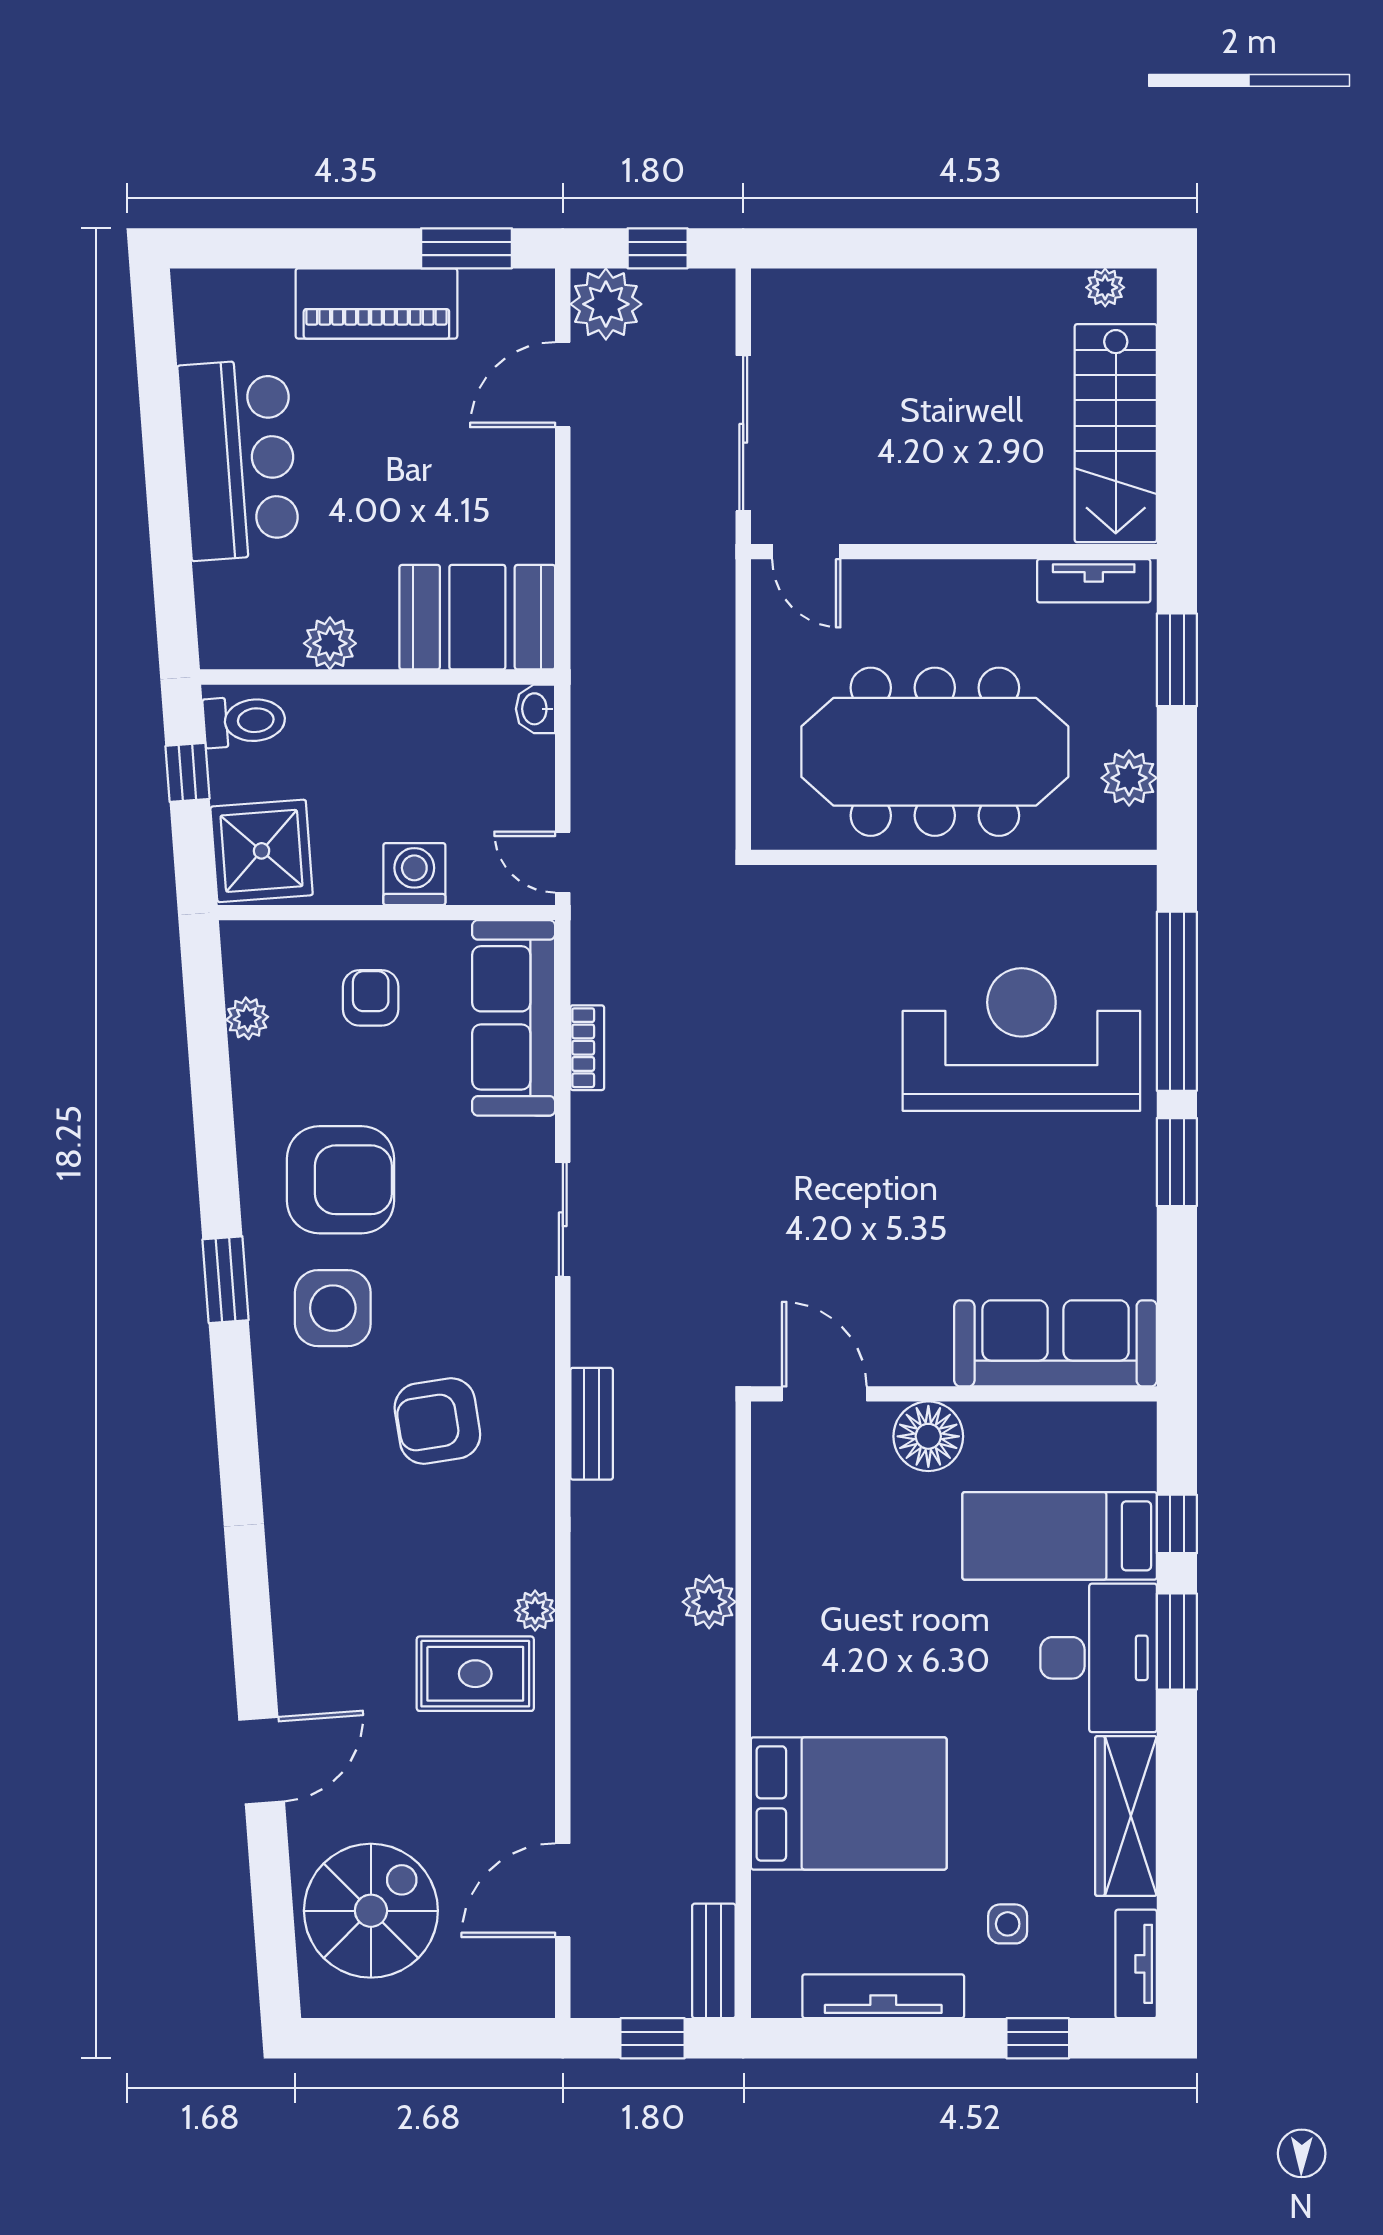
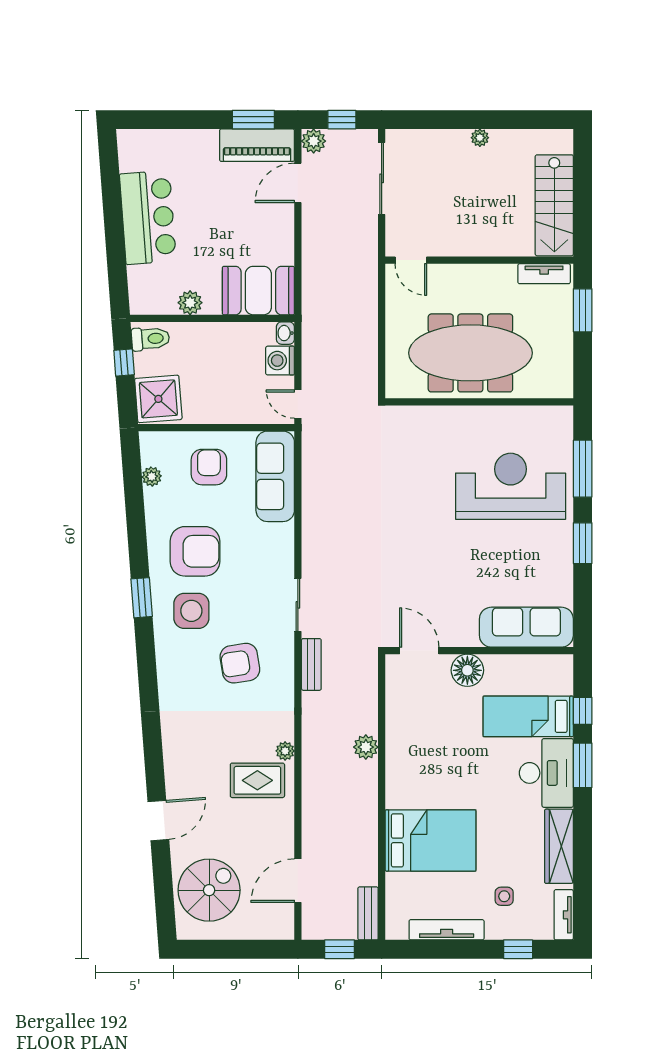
plant: (1105, 287) -> (480, 138), moved
piano: (376, 303) -> (257, 145), moved
plant: (606, 304) -> (314, 141), width x0.73, depth x0.73
sliding door: (743, 433) -> (382, 178), moved
plant: (1129, 778) -> (560, 365), removed
washing machine: (414, 874) -> (280, 361), moved, turned -90
armchair: (371, 998) -> (209, 467), width x1.38, depth x1.38
window: (1177, 1001) -> (583, 469), width x0.68
bookcase: (587, 1048) -> (309, 490), removed
sliding door: (563, 1219) -> (298, 605), moved

